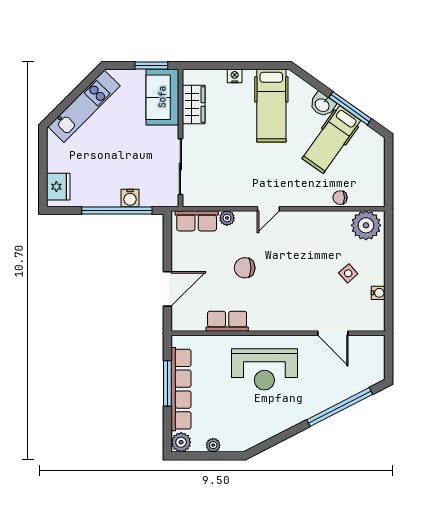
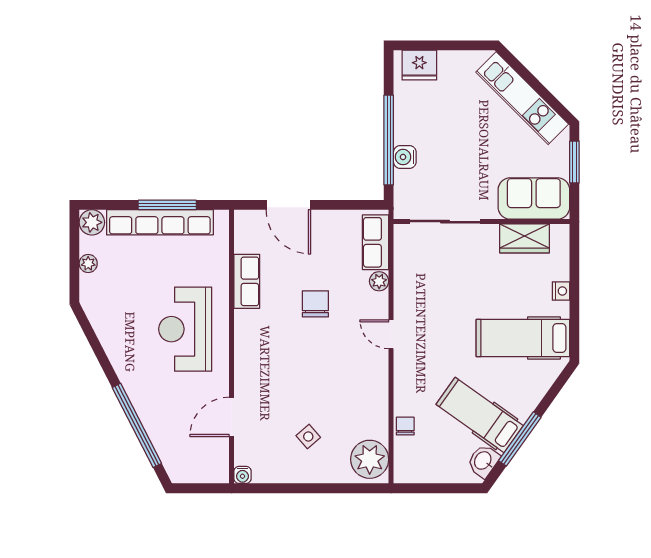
window: (151, 66) -> (574, 162), moved
washbasin: (322, 105) -> (483, 461), moved
water cooler: (378, 293) -> (243, 475), moved

